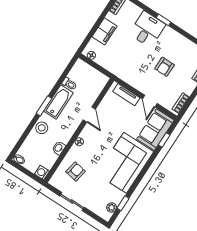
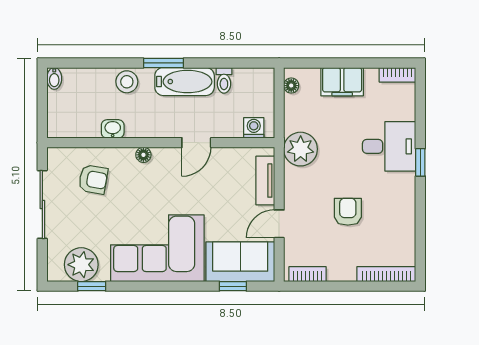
armchair: (164, 67) -> (348, 212), turned 90
plant: (123, 70) -> (301, 149), added
washing machine: (42, 173) -> (254, 128), moved
sliding door: (72, 202) -> (42, 204), width x1.37
plant: (112, 208) -> (81, 265), width x1.87, depth x1.87

